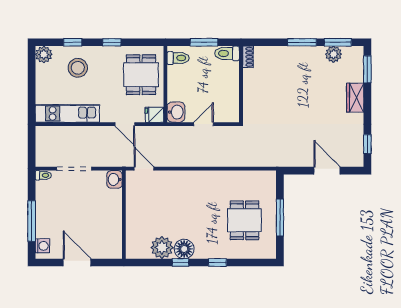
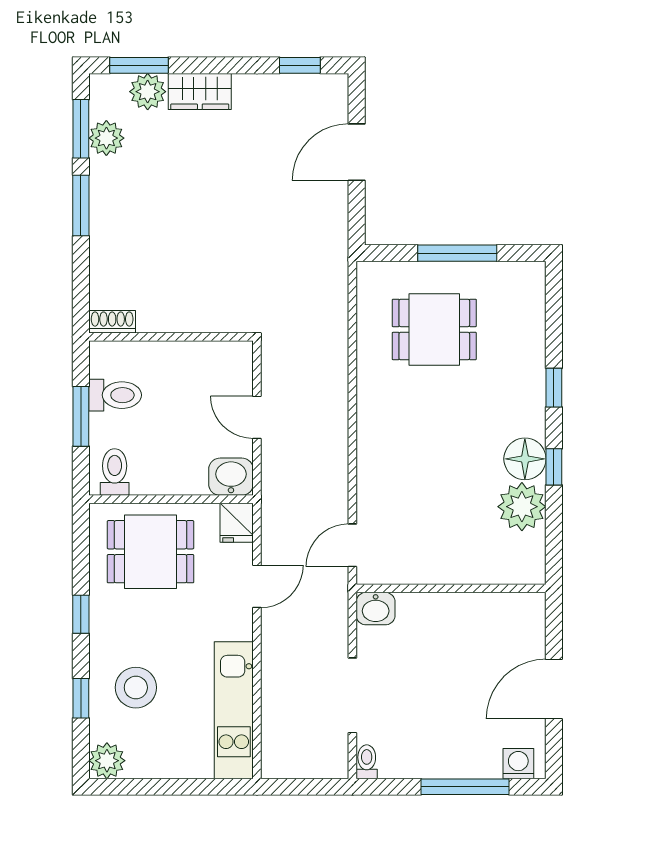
toilet: (227, 53) -> (115, 395), moved, turned -90
plant: (355, 73) -> (148, 92), added
dining table: (244, 220) -> (434, 329), moved

